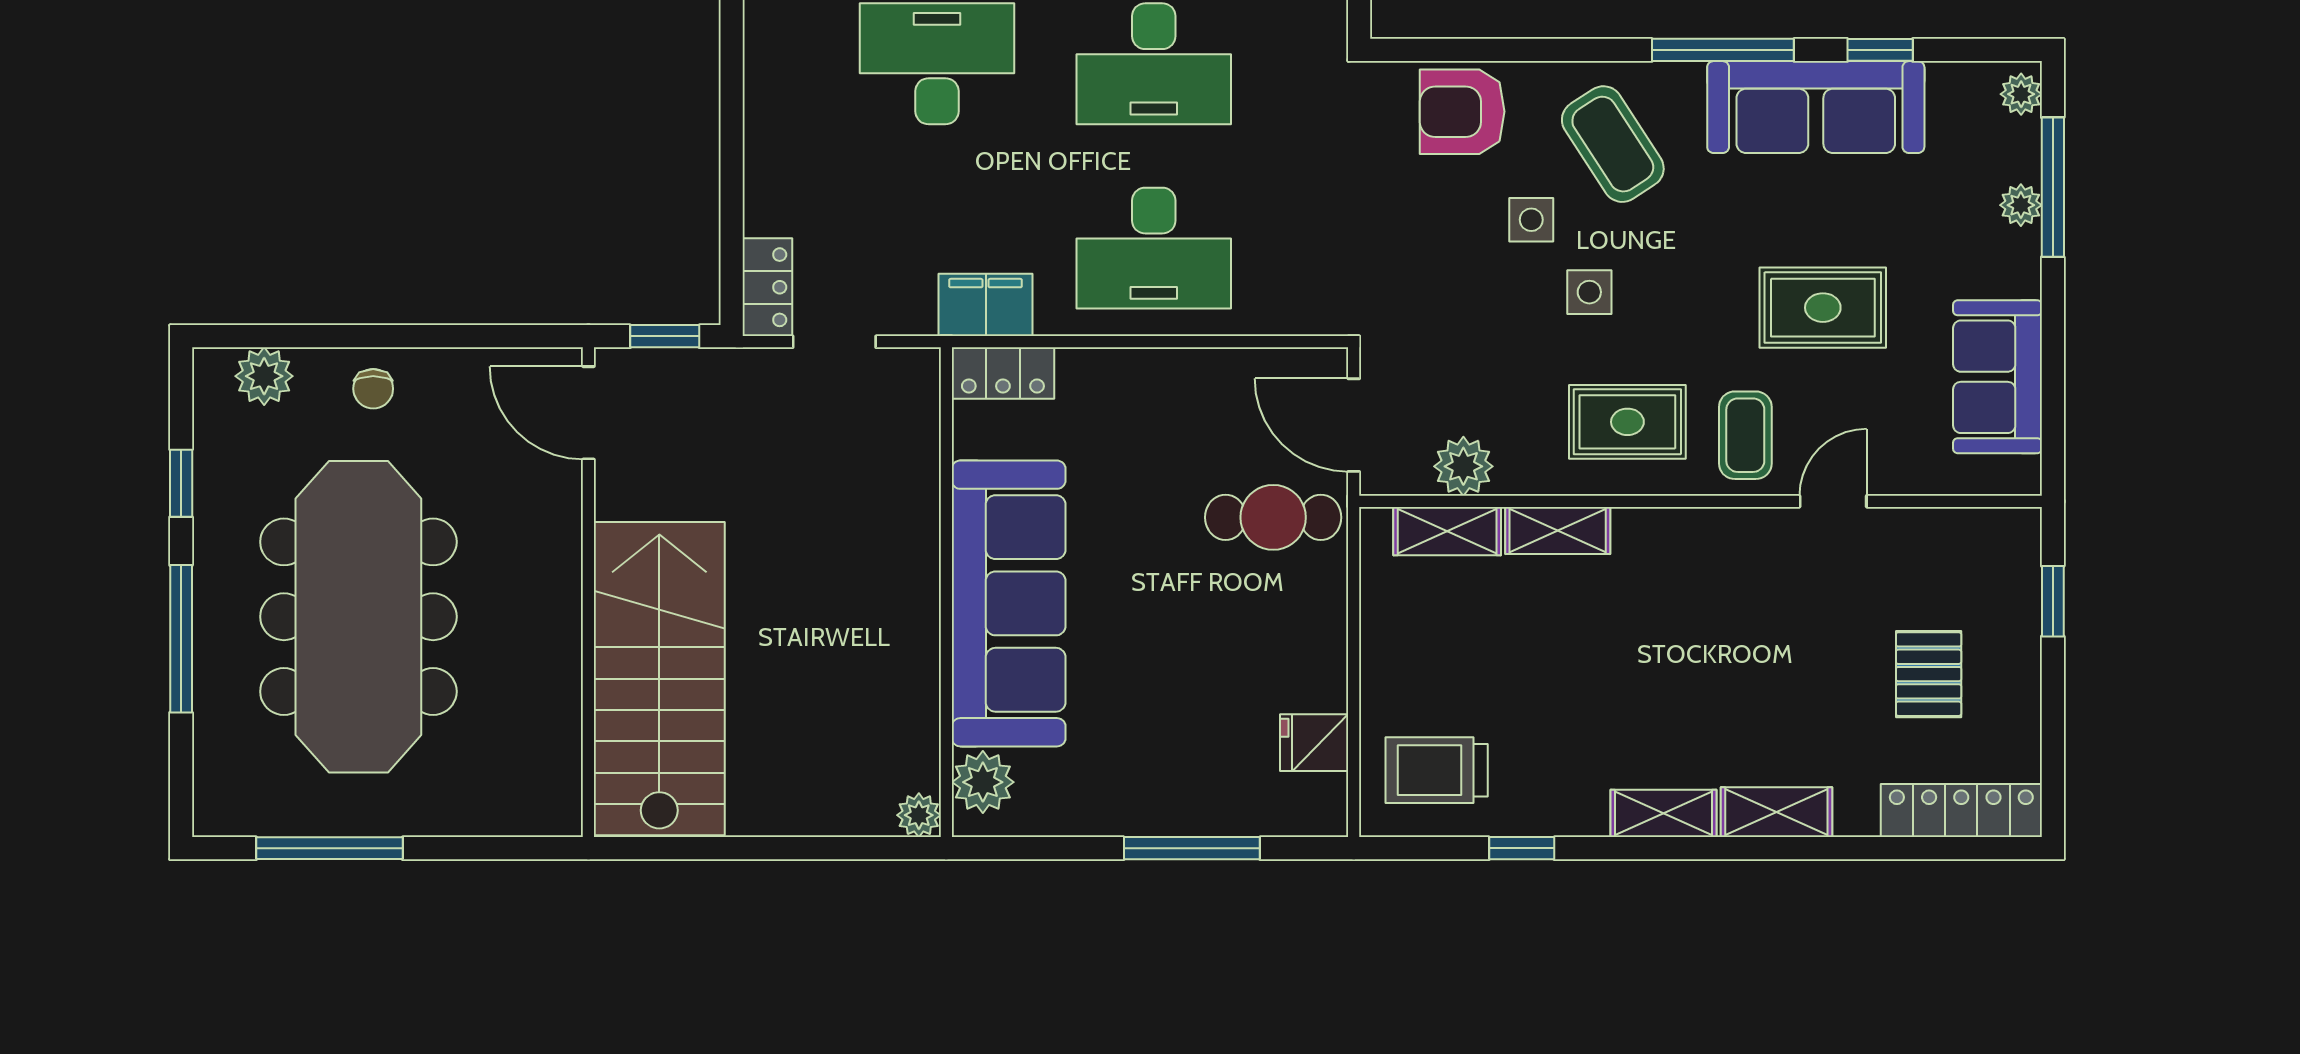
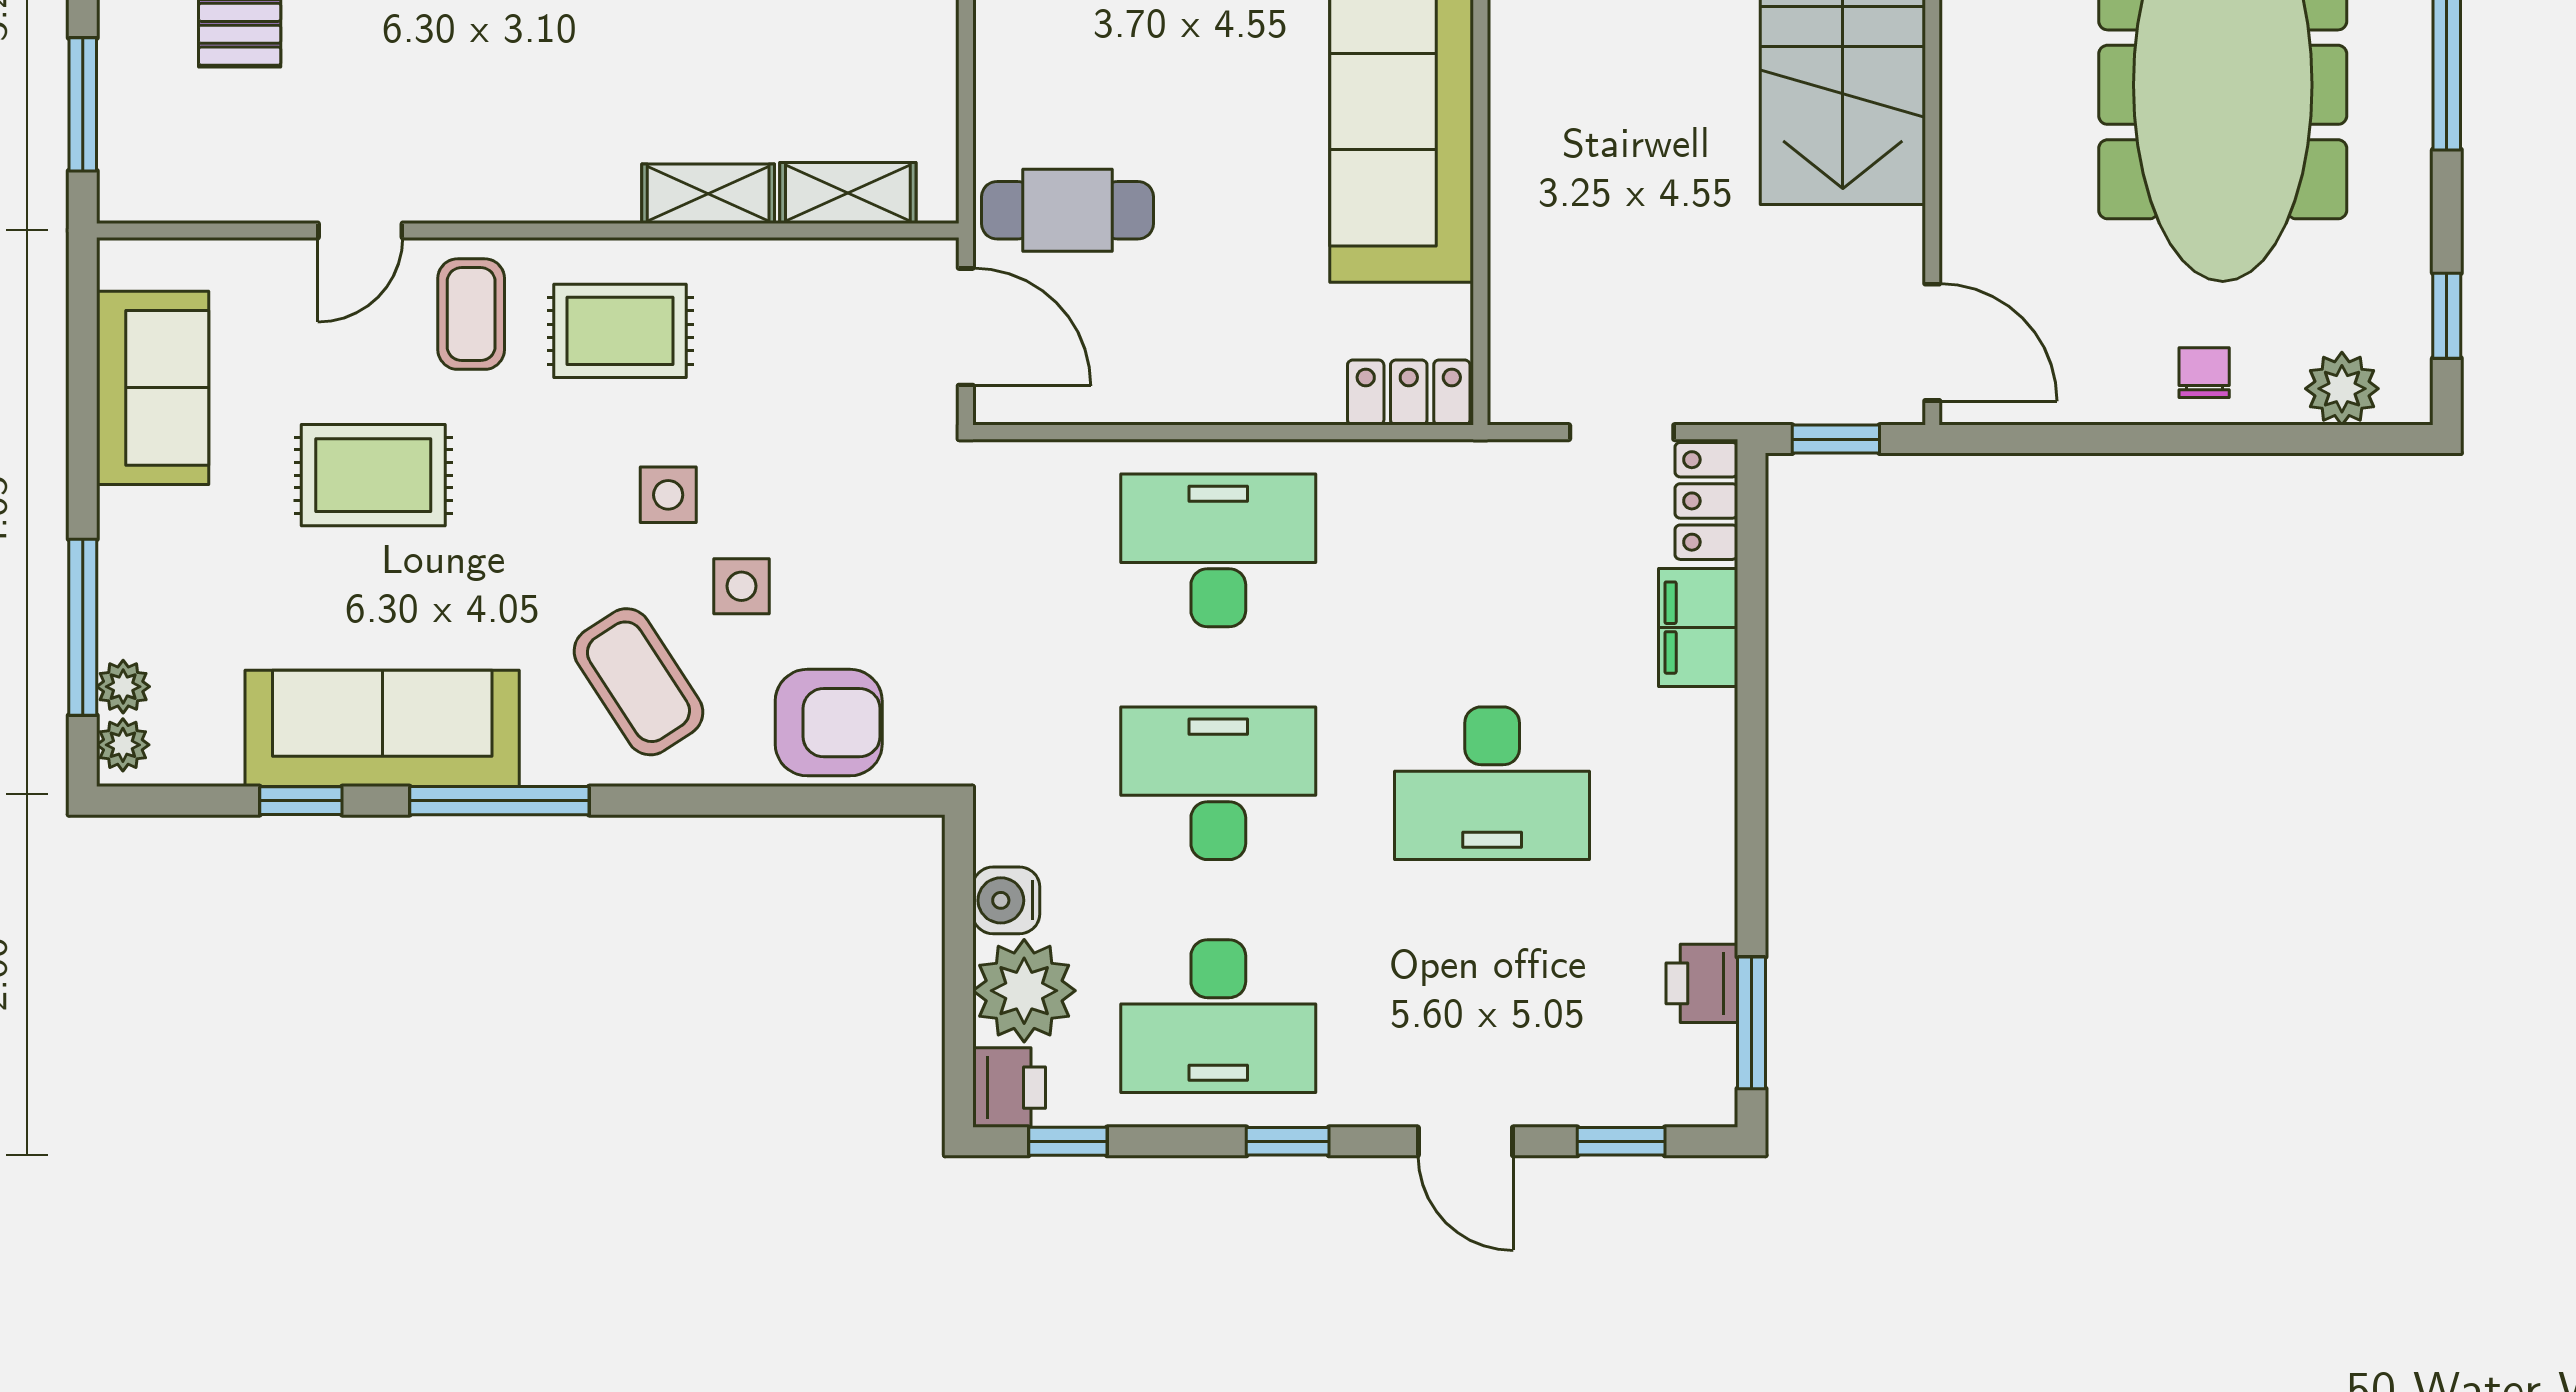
plant: (2021, 205) -> (123, 687), moved
filing cabinet: (986, 305) -> (1698, 628), moved, turned 90
plant: (1463, 466) -> (827, 275), removed
window: (181, 483) -> (2447, 316), moved
window: (2053, 601) -> (83, 104), width x1.50

